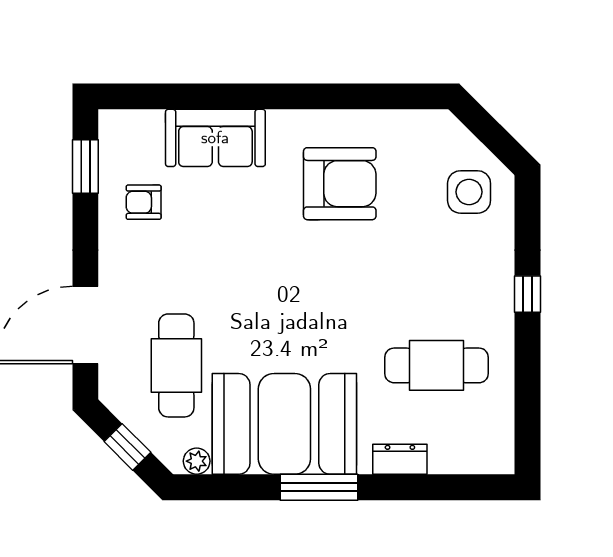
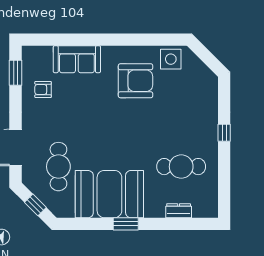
side table: (469, 192) -> (171, 59), moved
dresser: (400, 459) -> (179, 211), moved
plant: (197, 461) -> (68, 212), removed
window: (319, 487) -> (126, 224), width x0.69

